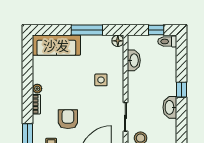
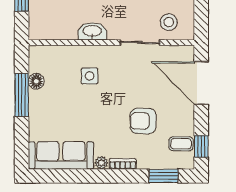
floor lamp: (118, 41) -> (36, 81), moved
sofa: (56, 45) -> (61, 155), moved, turned -90
washbasin: (134, 60) -> (92, 31), moved

